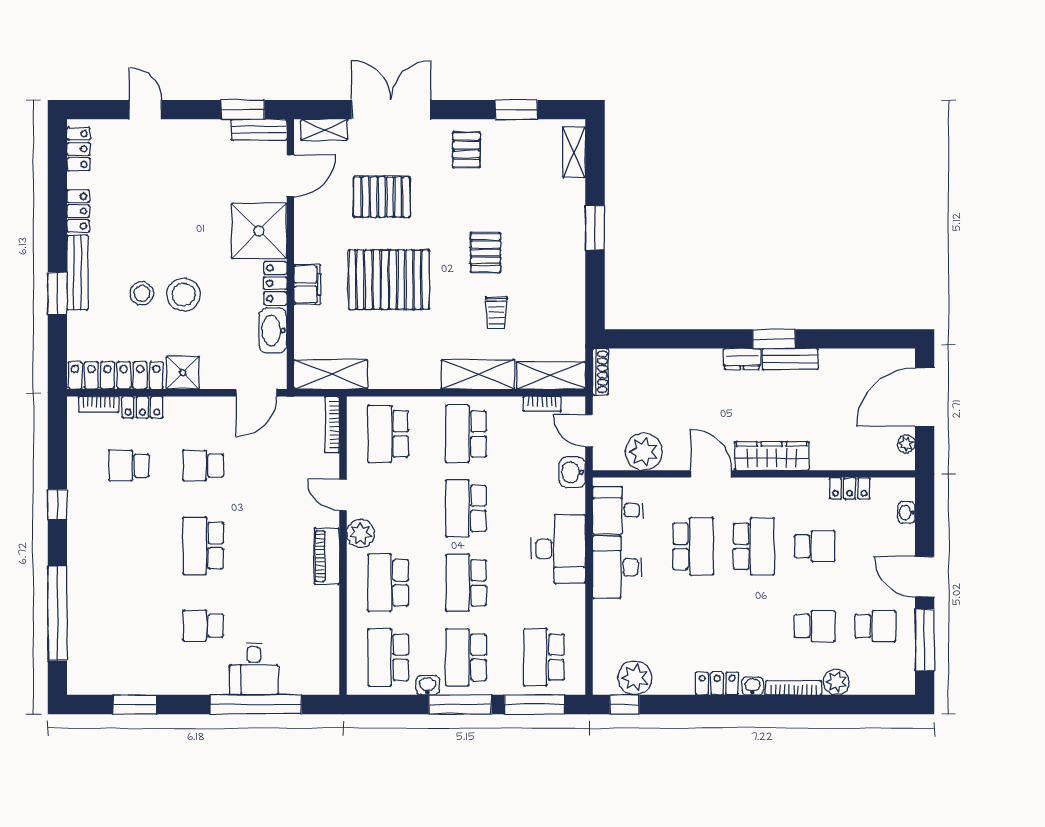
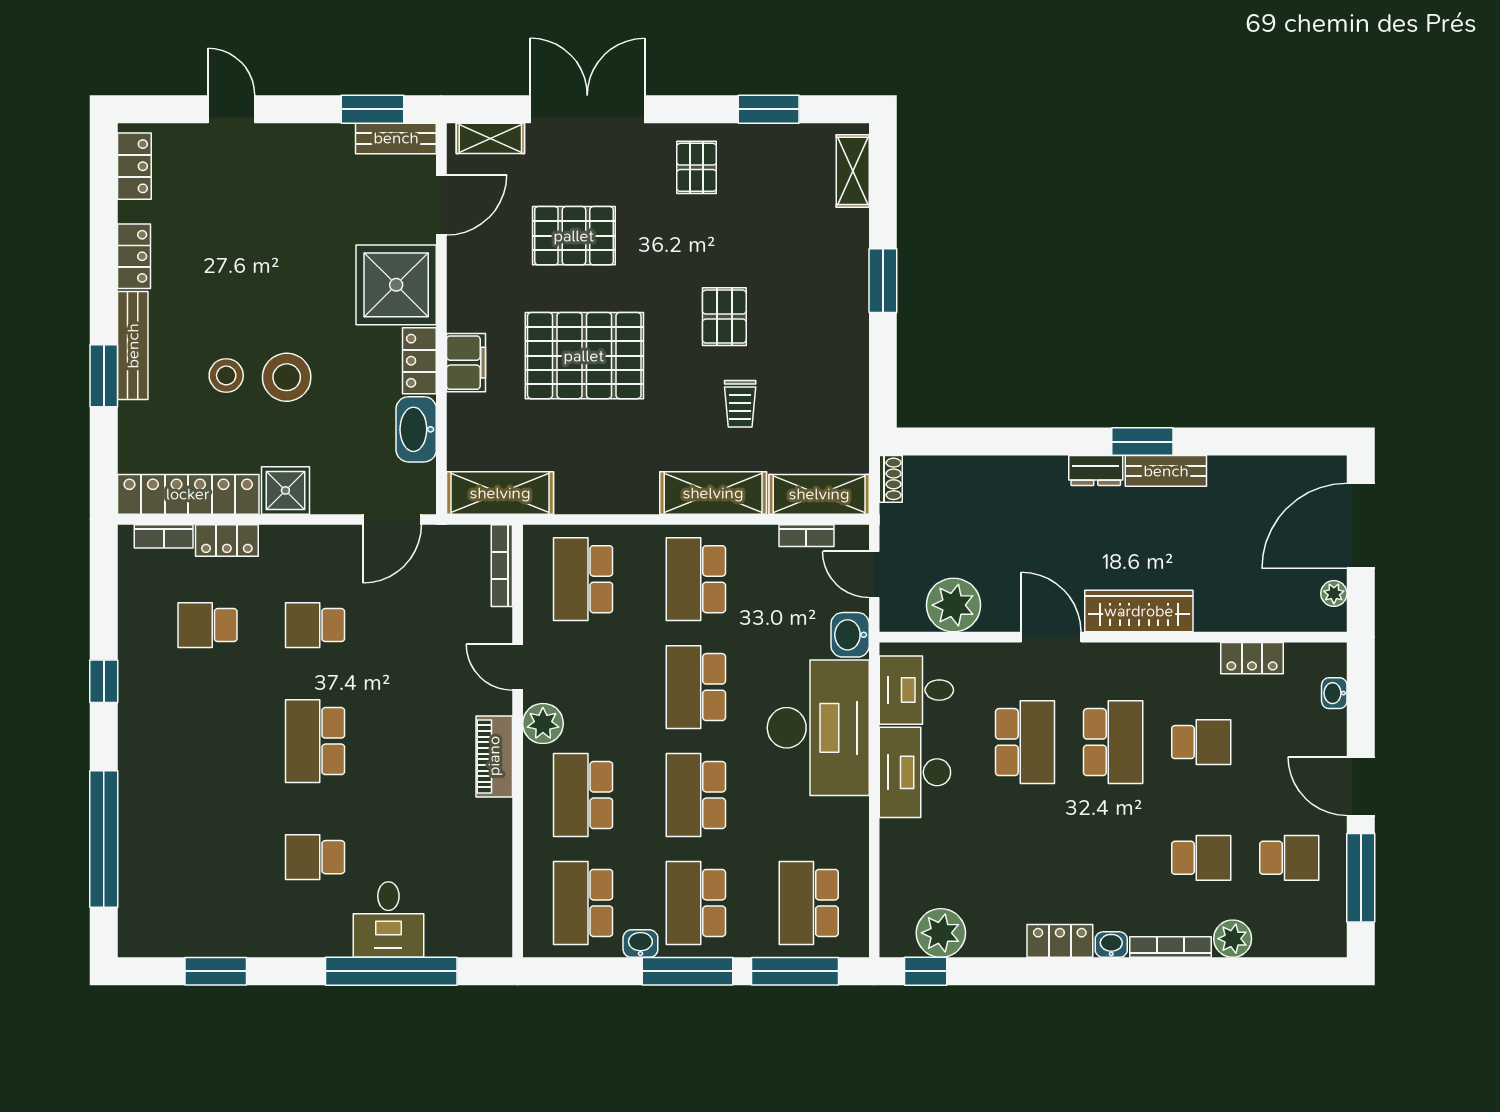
shoe rack: (600, 372) -> (891, 479), width x0.70
desk: (558, 549) -> (818, 728), width x1.36, depth x1.30

